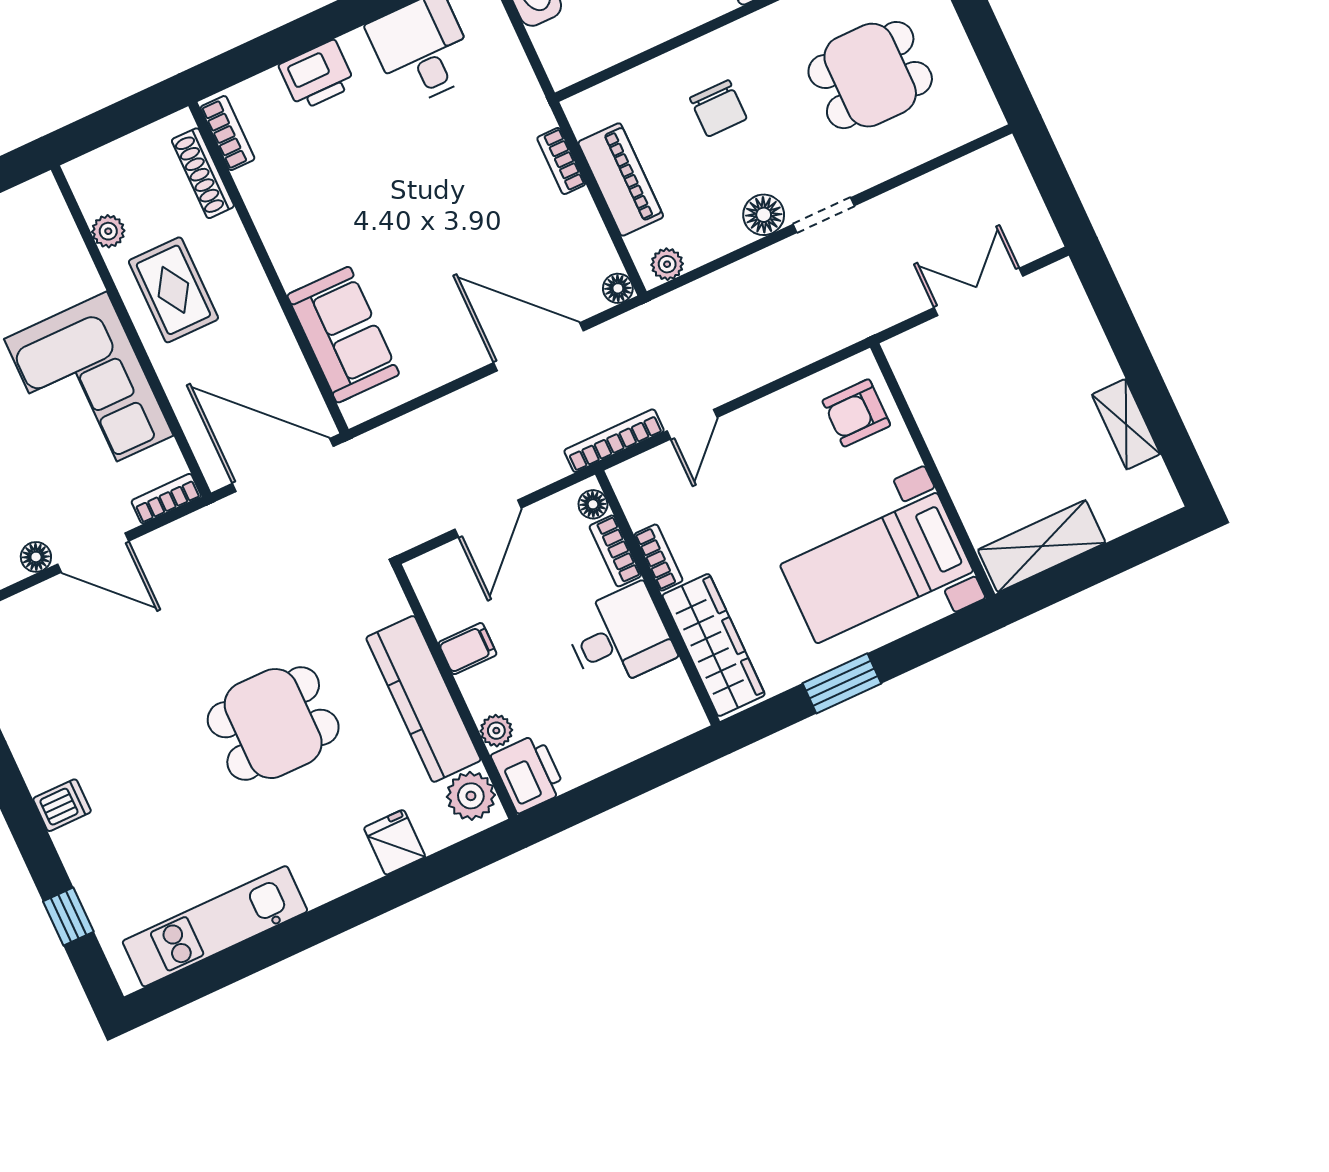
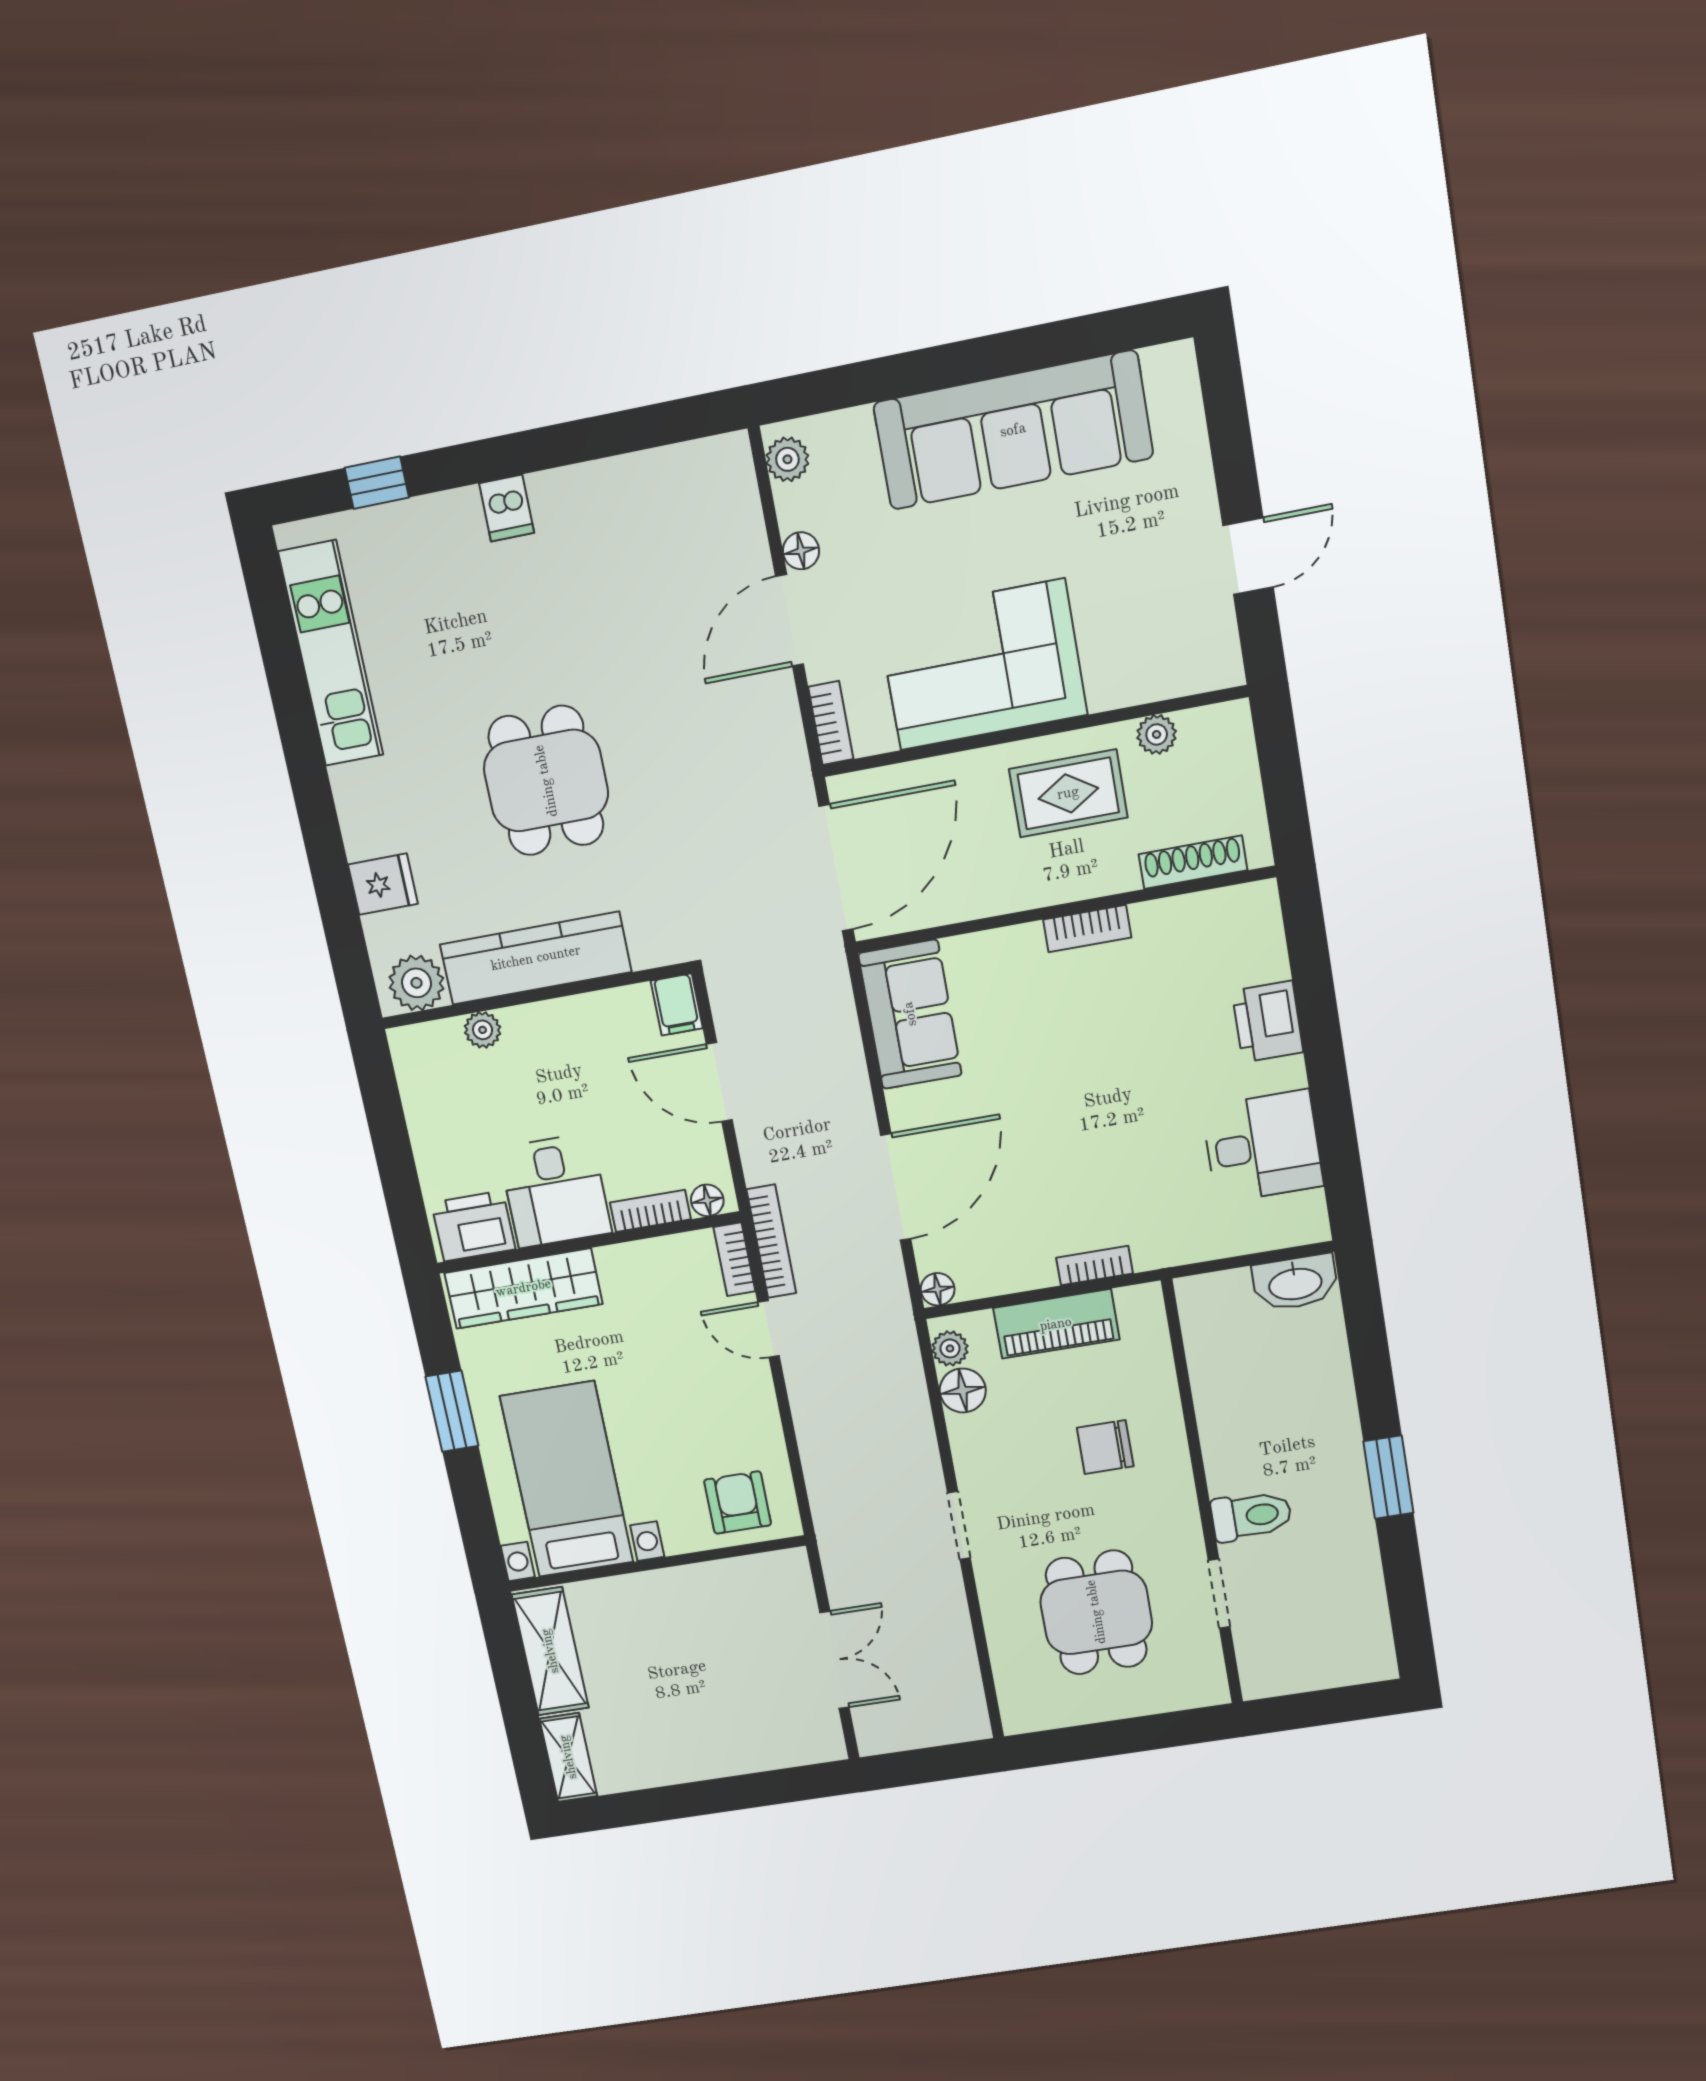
bookcase: (228, 133) -> (1087, 929), moved
floor lamp: (764, 215) -> (963, 1390), moved
sofa: (343, 335) -> (910, 1014), moved, turned -90
shelving: (1126, 424) -> (568, 1757), moved, turned 90
bookcase: (658, 558) -> (734, 1259), moved, turned 90
filing cabinet: (468, 649) -> (677, 1005), moved
printer: (528, 773) -> (473, 1226), moved, turned 180

